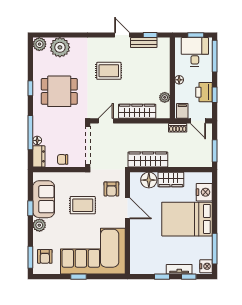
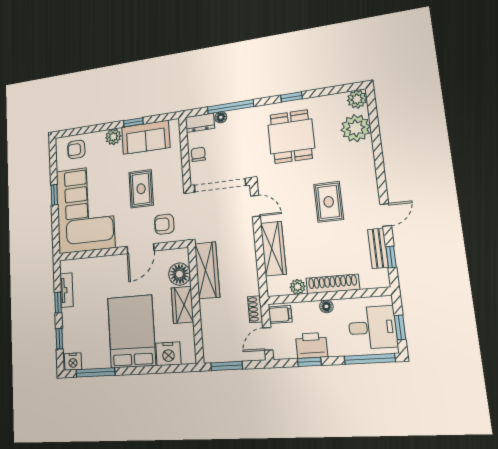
shoe rack: (165, 74) -> (333, 284), added
window: (30, 257) -> (75, 132), removed
tv unit: (179, 269) -> (67, 290), moved

